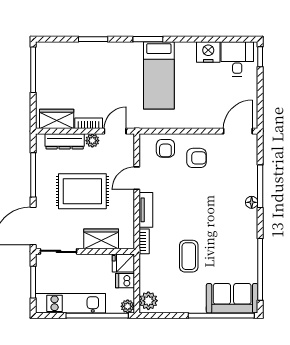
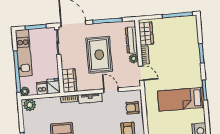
wardrobe: (101, 239) -> (69, 81), moved

